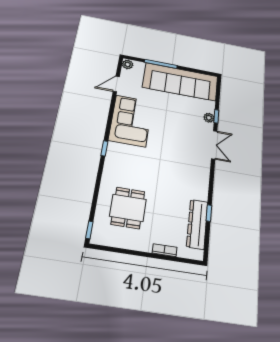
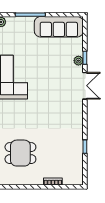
sofa: (181, 82) -> (59, 27), width x0.74, depth x0.79
dining table: (128, 208) -> (20, 153), turned 90
dresser: (197, 224) -> (76, 157), removed

